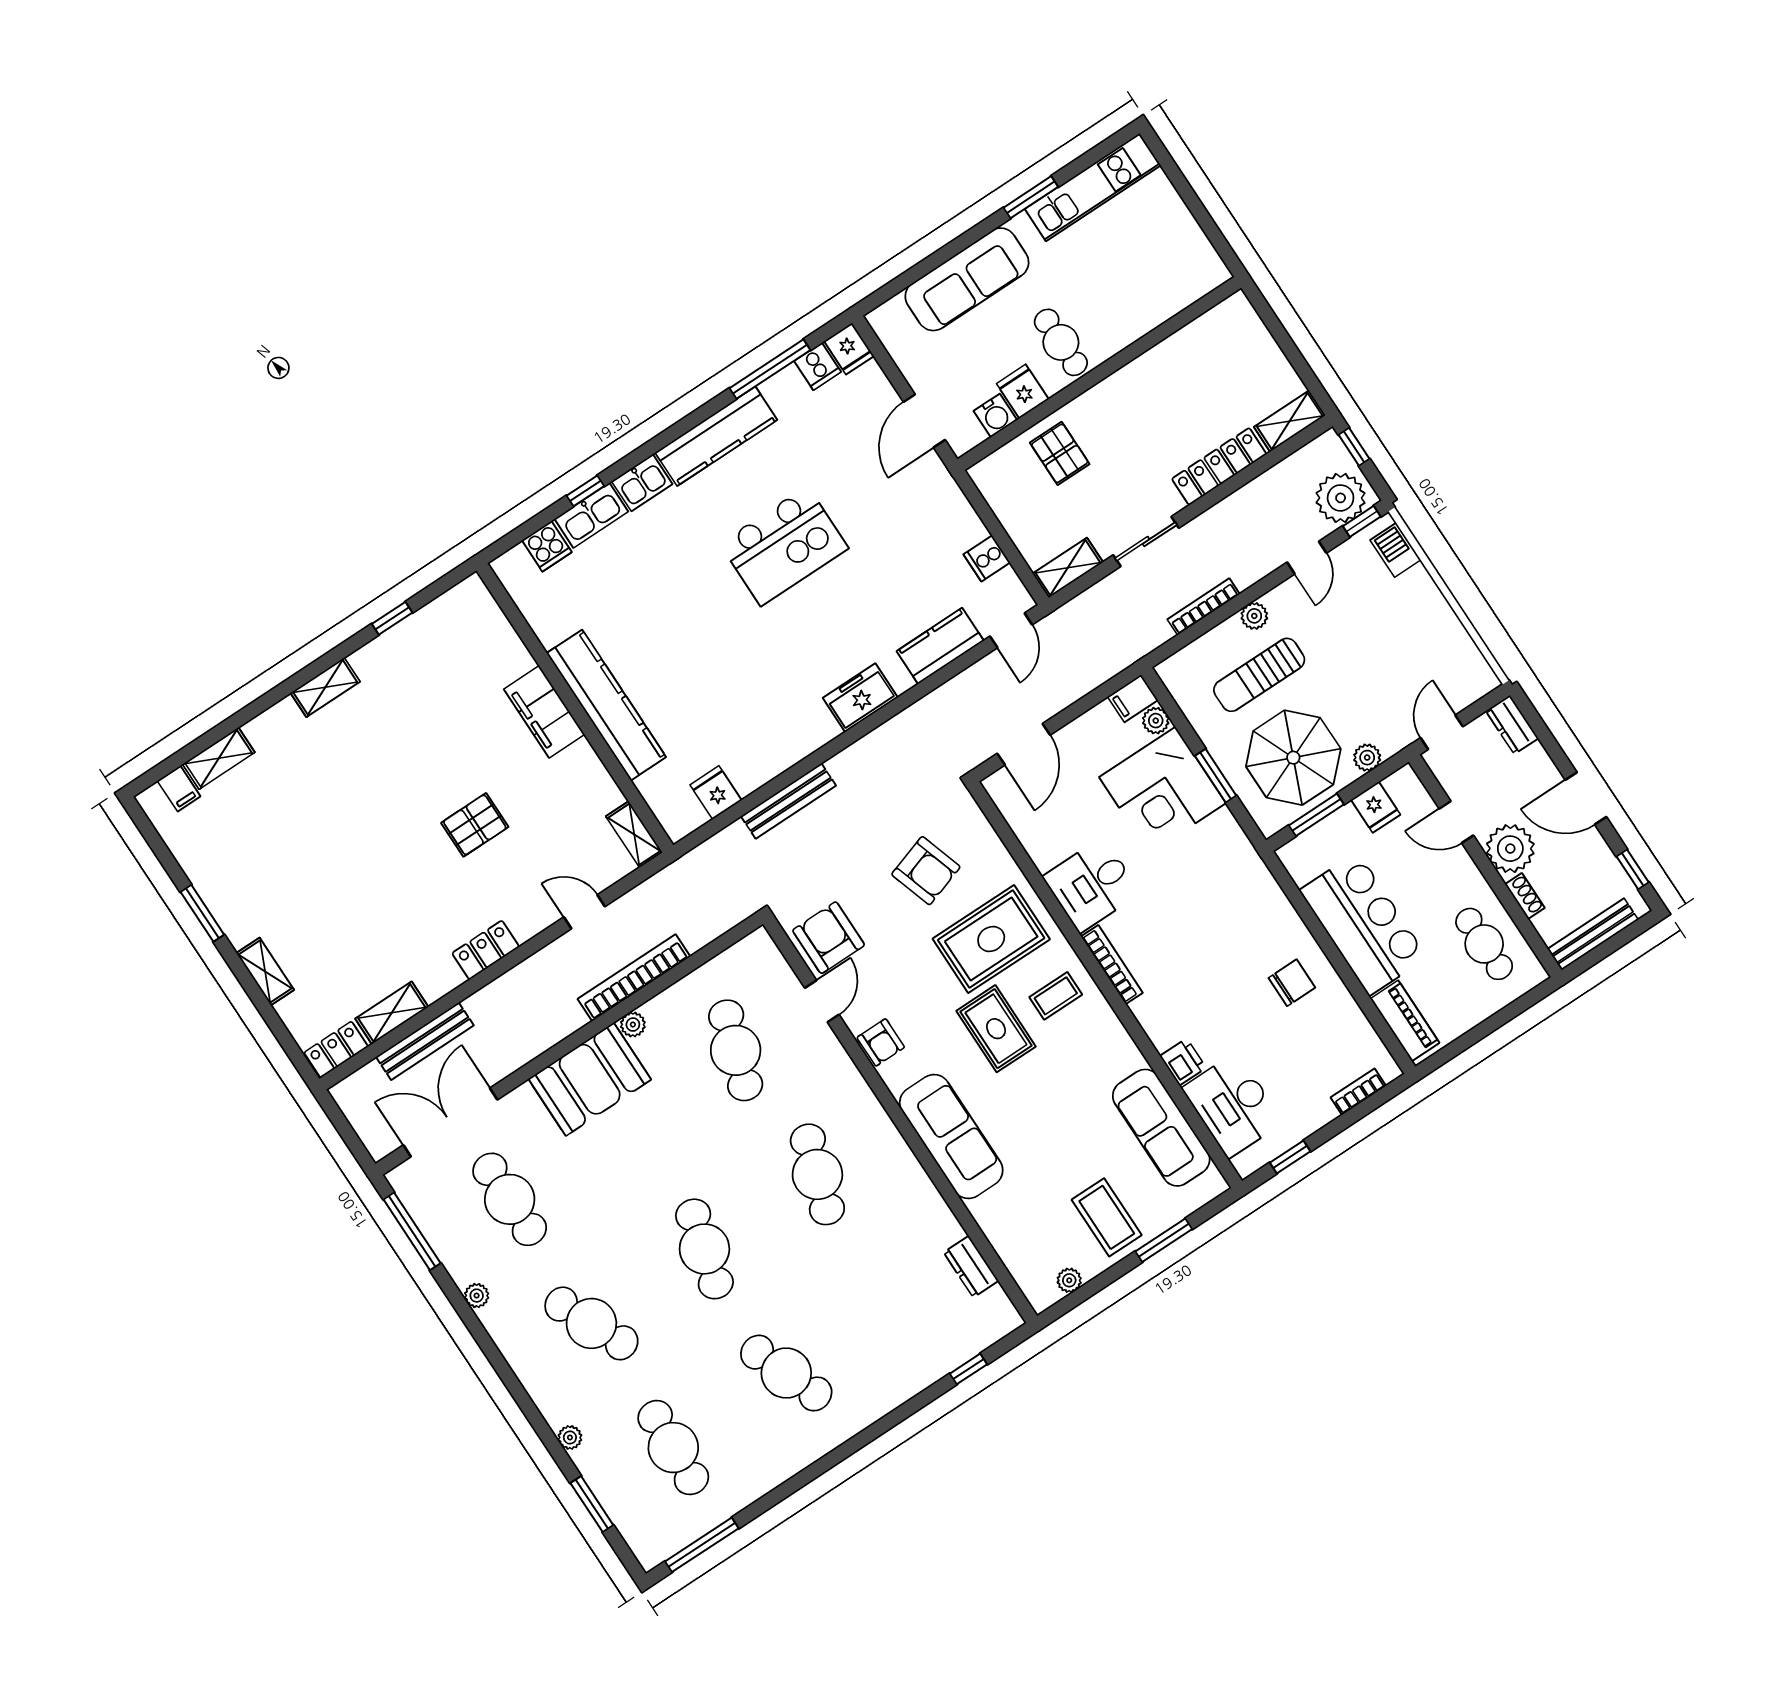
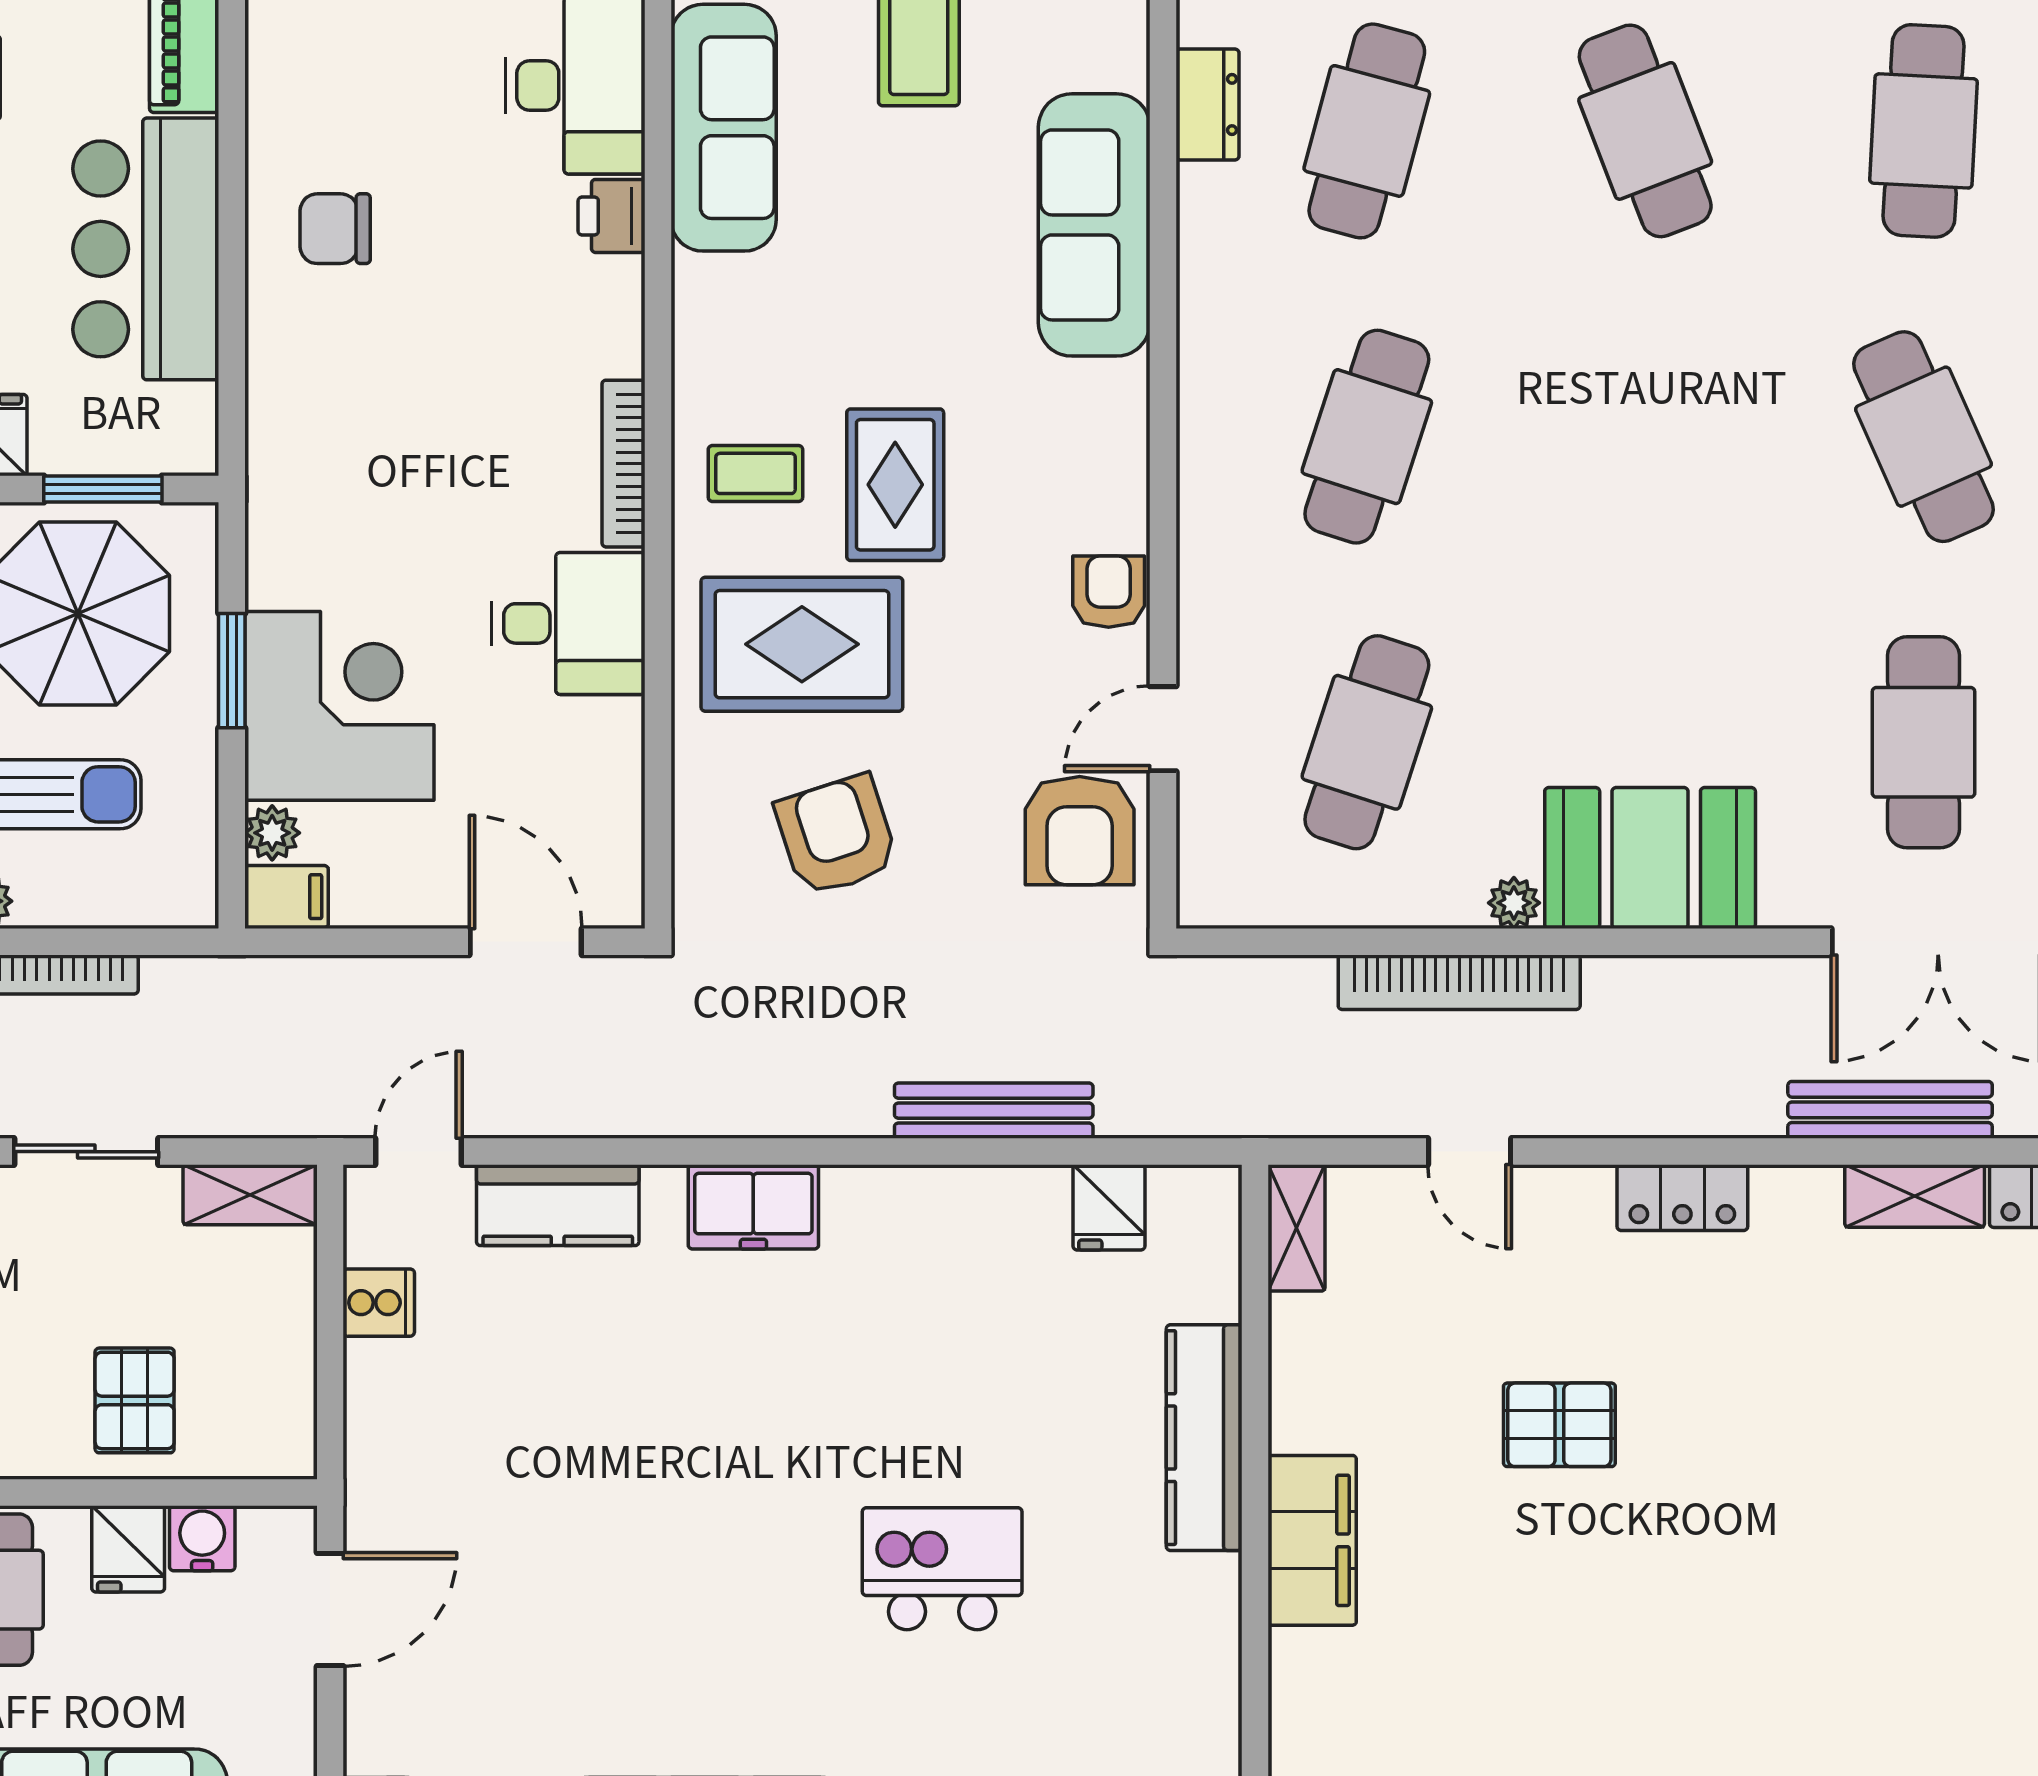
kitchen island: (784, 546) -> (942, 1569), moved, width x0.73, depth x0.78
kitchen counter: (606, 705) -> (1204, 1438), width x0.72, depth x0.86
door: (1024, 744) -> (526, 942), hinge flipped
sofa: (951, 1137) -> (1094, 225), moved
cafe table: (704, 1249) -> (1367, 131), moved

